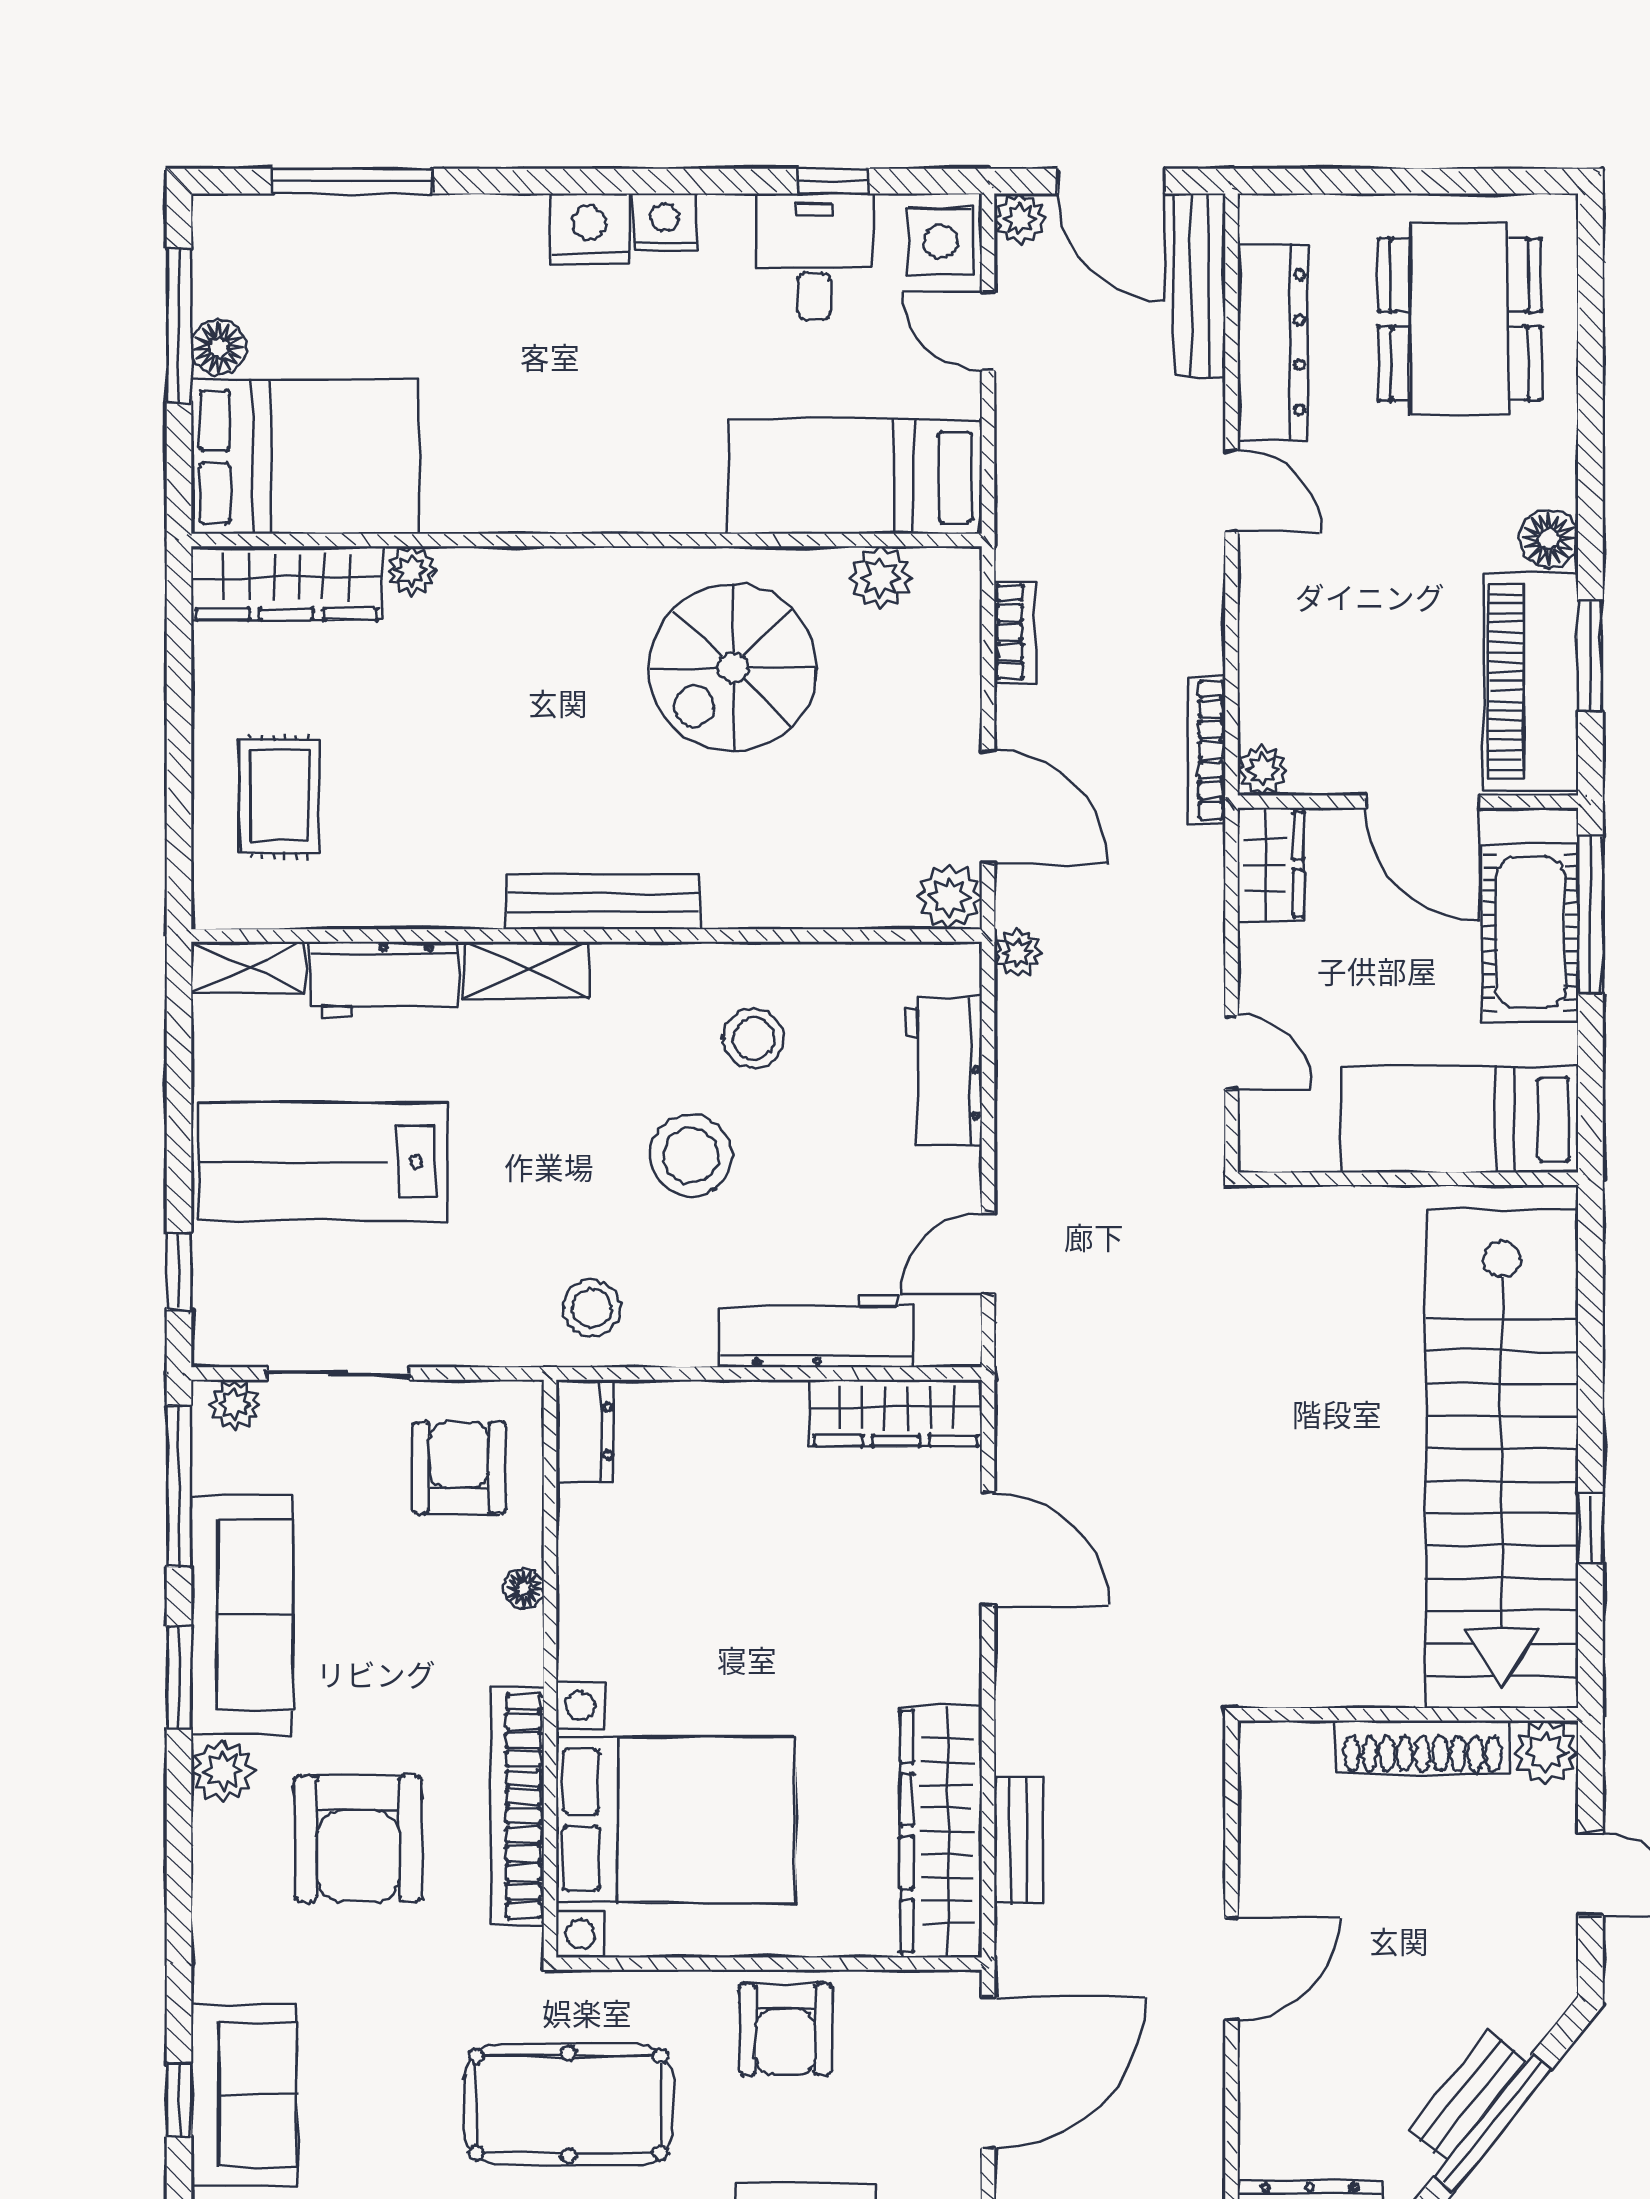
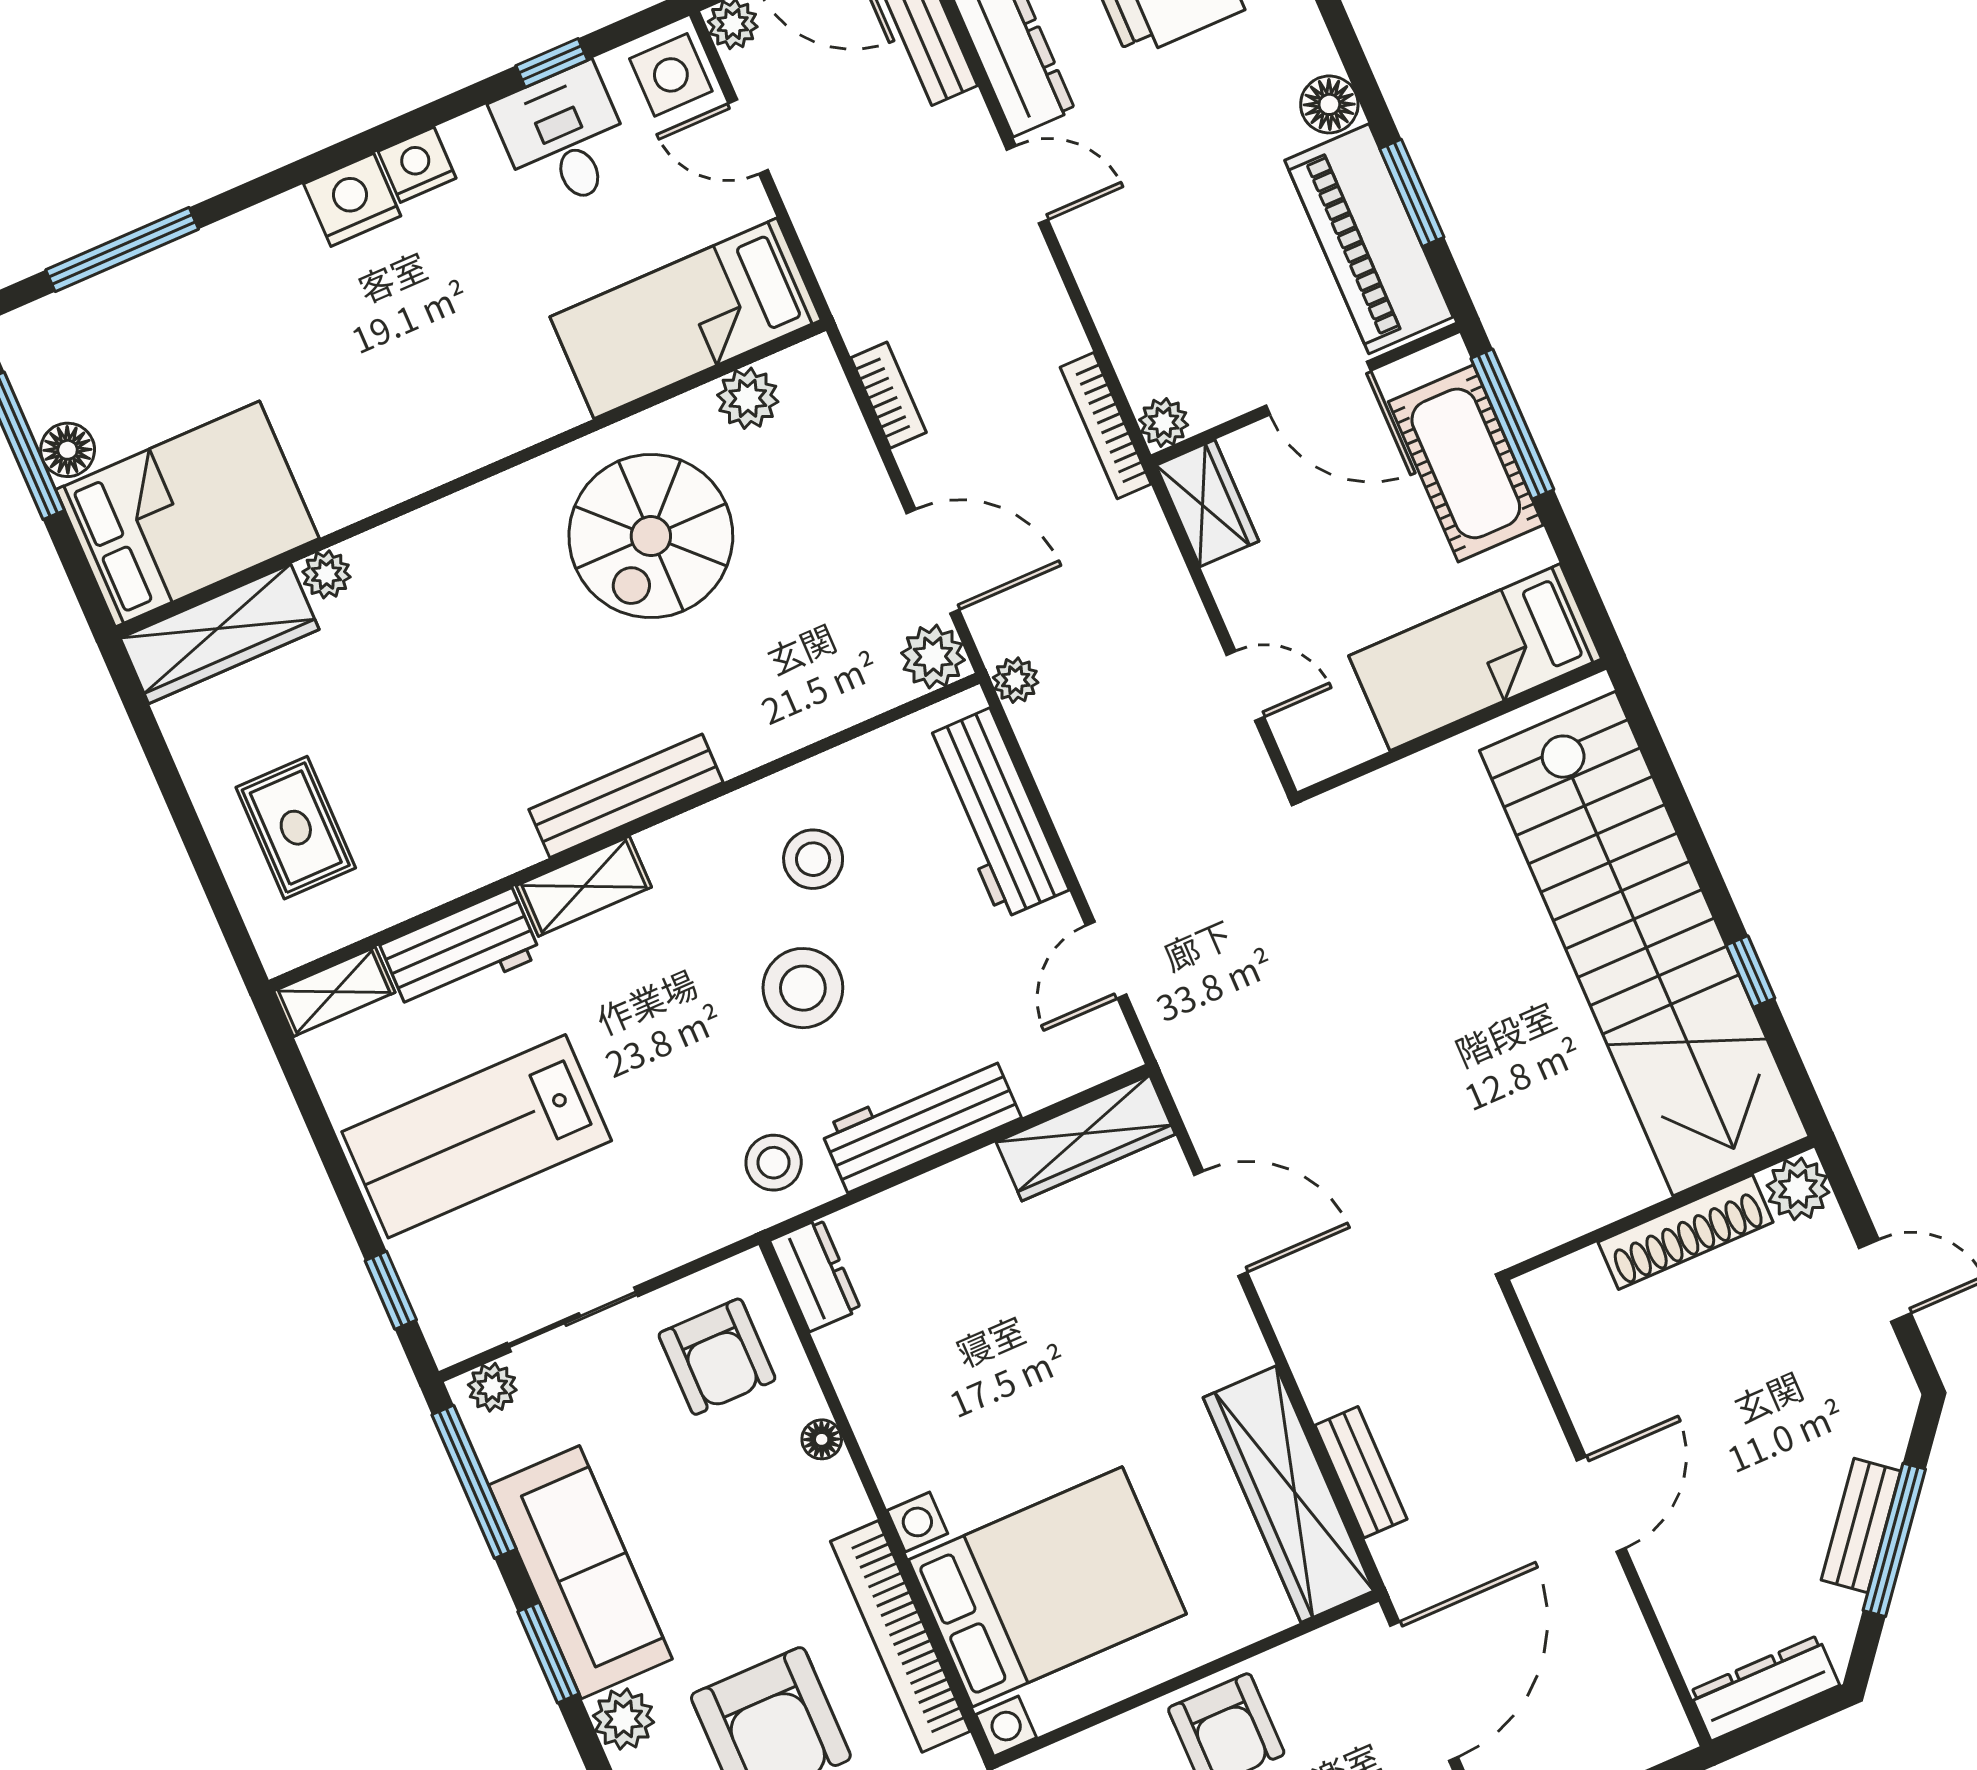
workbench: (944, 1070) -> (995, 814), width x1.38
workbench: (817, 1331) -> (921, 1123), moved
armchair: (459, 1468) -> (717, 1357), turned 180

